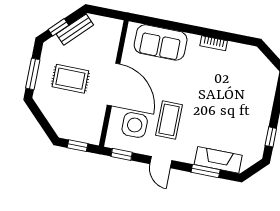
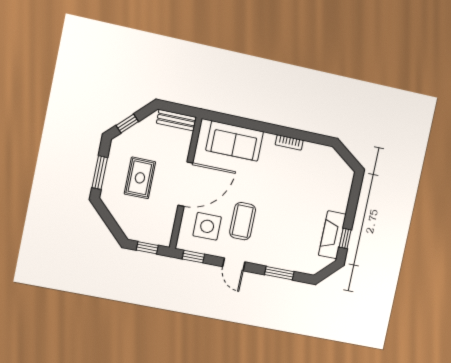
bench: (75, 30) -> (176, 120), moved, turned 45
rug: (70, 79) -> (140, 178), turned 90
door: (114, 84) -> (185, 184), hinge flipped
fireplace: (218, 160) -> (332, 235), moved, turned -90

